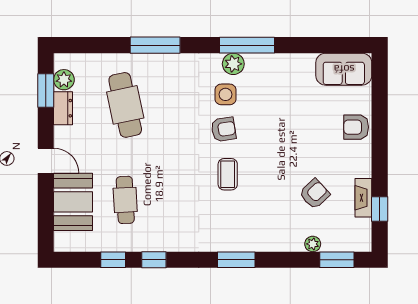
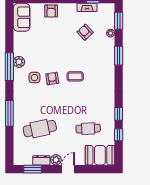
plant: (233, 64) -> (19, 62), moved
plant: (64, 80) -> (56, 160), moved
booth: (73, 202) -> (100, 155), moved
window: (236, 260) -> (119, 56), moved

